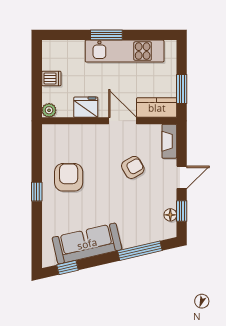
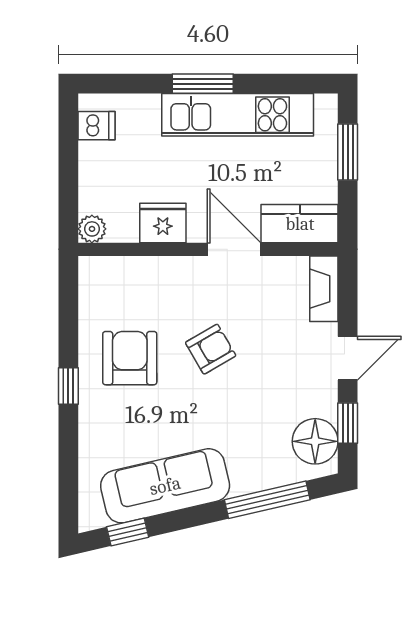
dishwasher: (51, 78) -> (96, 126), moved
window: (182, 89) -> (348, 152), moved
armchair: (133, 167) -> (211, 349), moved
floor lamp: (170, 215) -> (315, 441), width x1.89, depth x1.89

